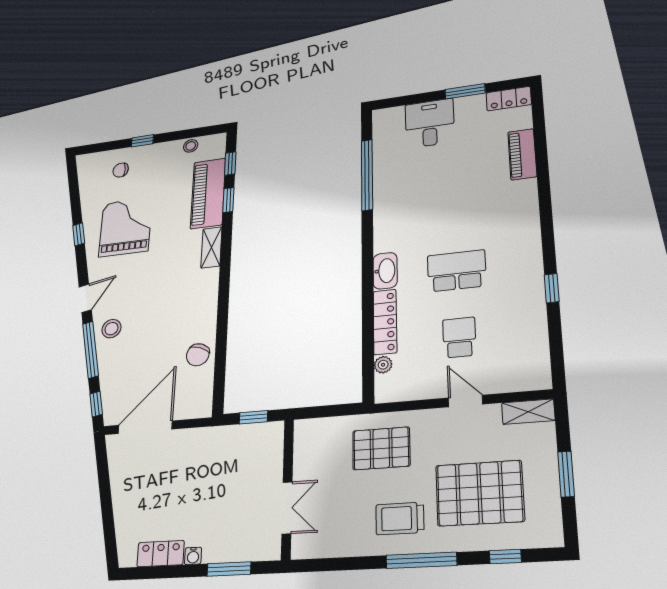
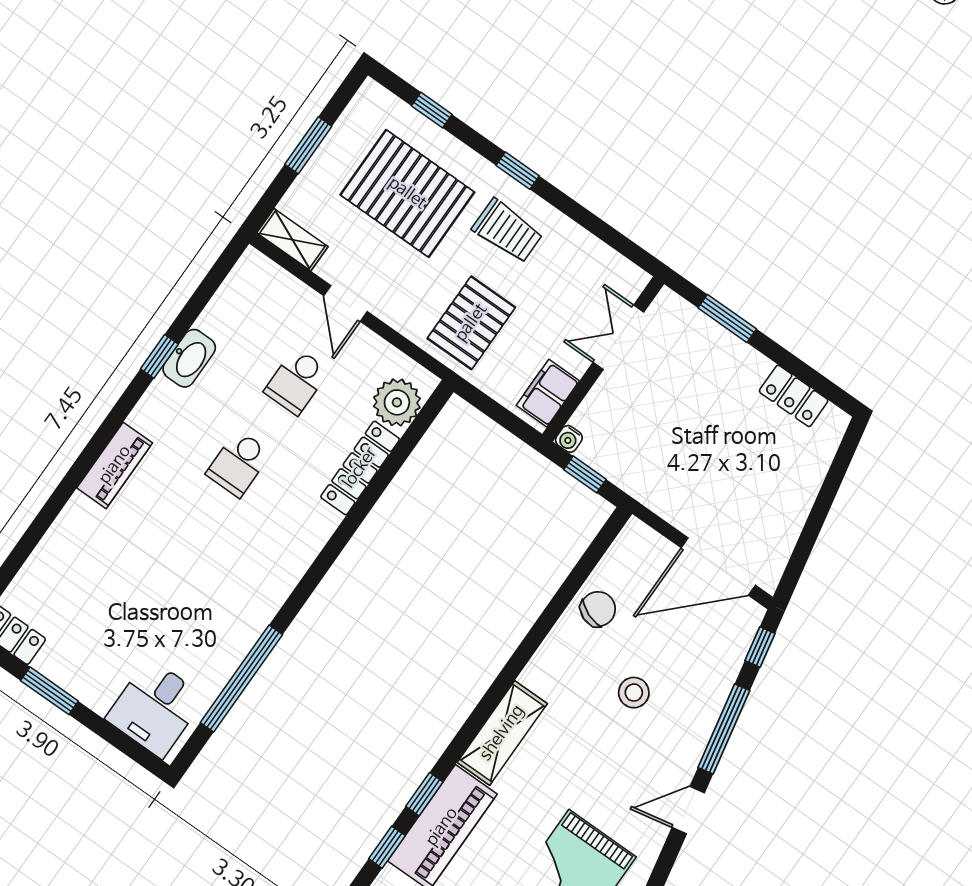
desk: (430, 123) -> (155, 708), moved
piano: (522, 154) -> (115, 465), moved
shelving: (211, 247) -> (502, 733), width x1.50, depth x1.33
washbasin: (385, 271) -> (189, 358), moved, turned 180
school desk: (457, 271) -> (238, 463), width x0.54
stool: (111, 329) -> (634, 693), moved
plant: (383, 365) -> (397, 402), width x1.88, depth x1.88
filing cabinet: (306, 444) -> (548, 393), added
pallet: (381, 448) -> (471, 323), turned 90
water cooler: (193, 556) -> (569, 439), moved, turned 180
window: (421, 560) -> (518, 171), width x0.46

